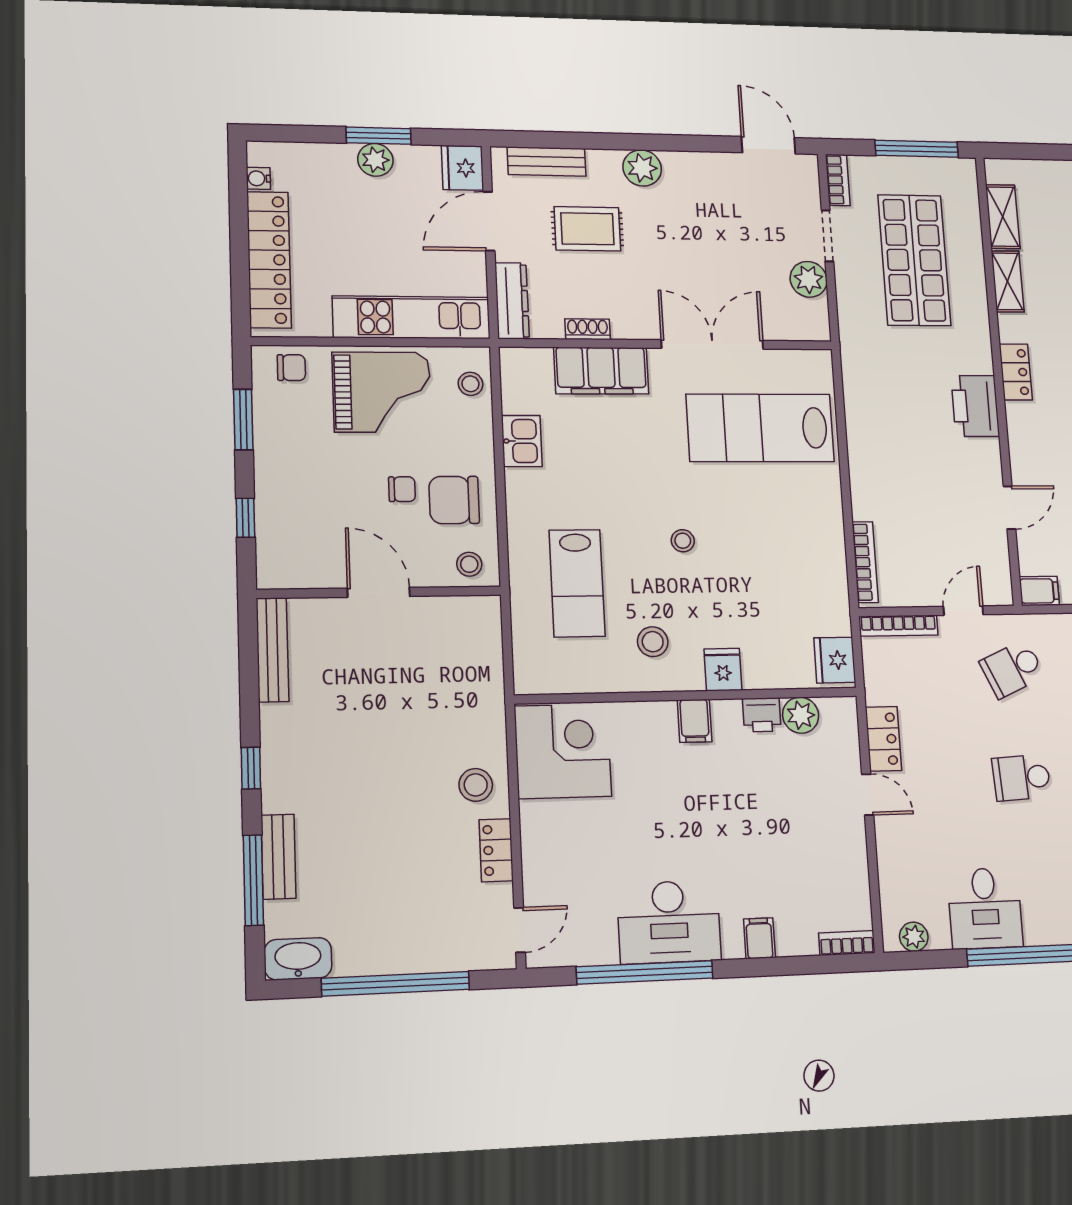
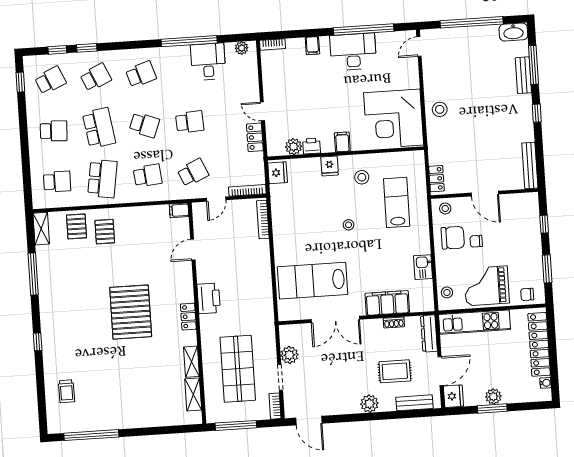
lab bench: (760, 428) -> (313, 281), turned 180
corner desk: (563, 751) -> (394, 119), width x1.36, depth x1.36
locker: (496, 850) -> (437, 179), moved

